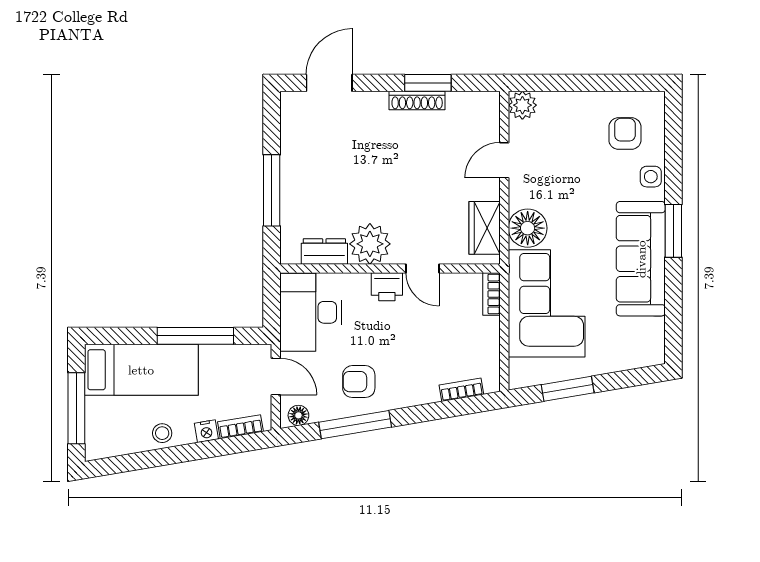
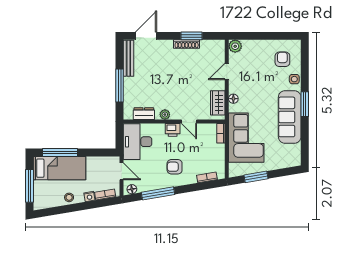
bench: (291, 131) -> (128, 58), added
floor lamp: (528, 228) -> (233, 99), width x0.53, depth x0.53
plant: (370, 244) -> (165, 115), width x0.53, depth x0.53
window: (195, 336) -> (60, 153), moved
armchair: (359, 382) -> (175, 167), moved

